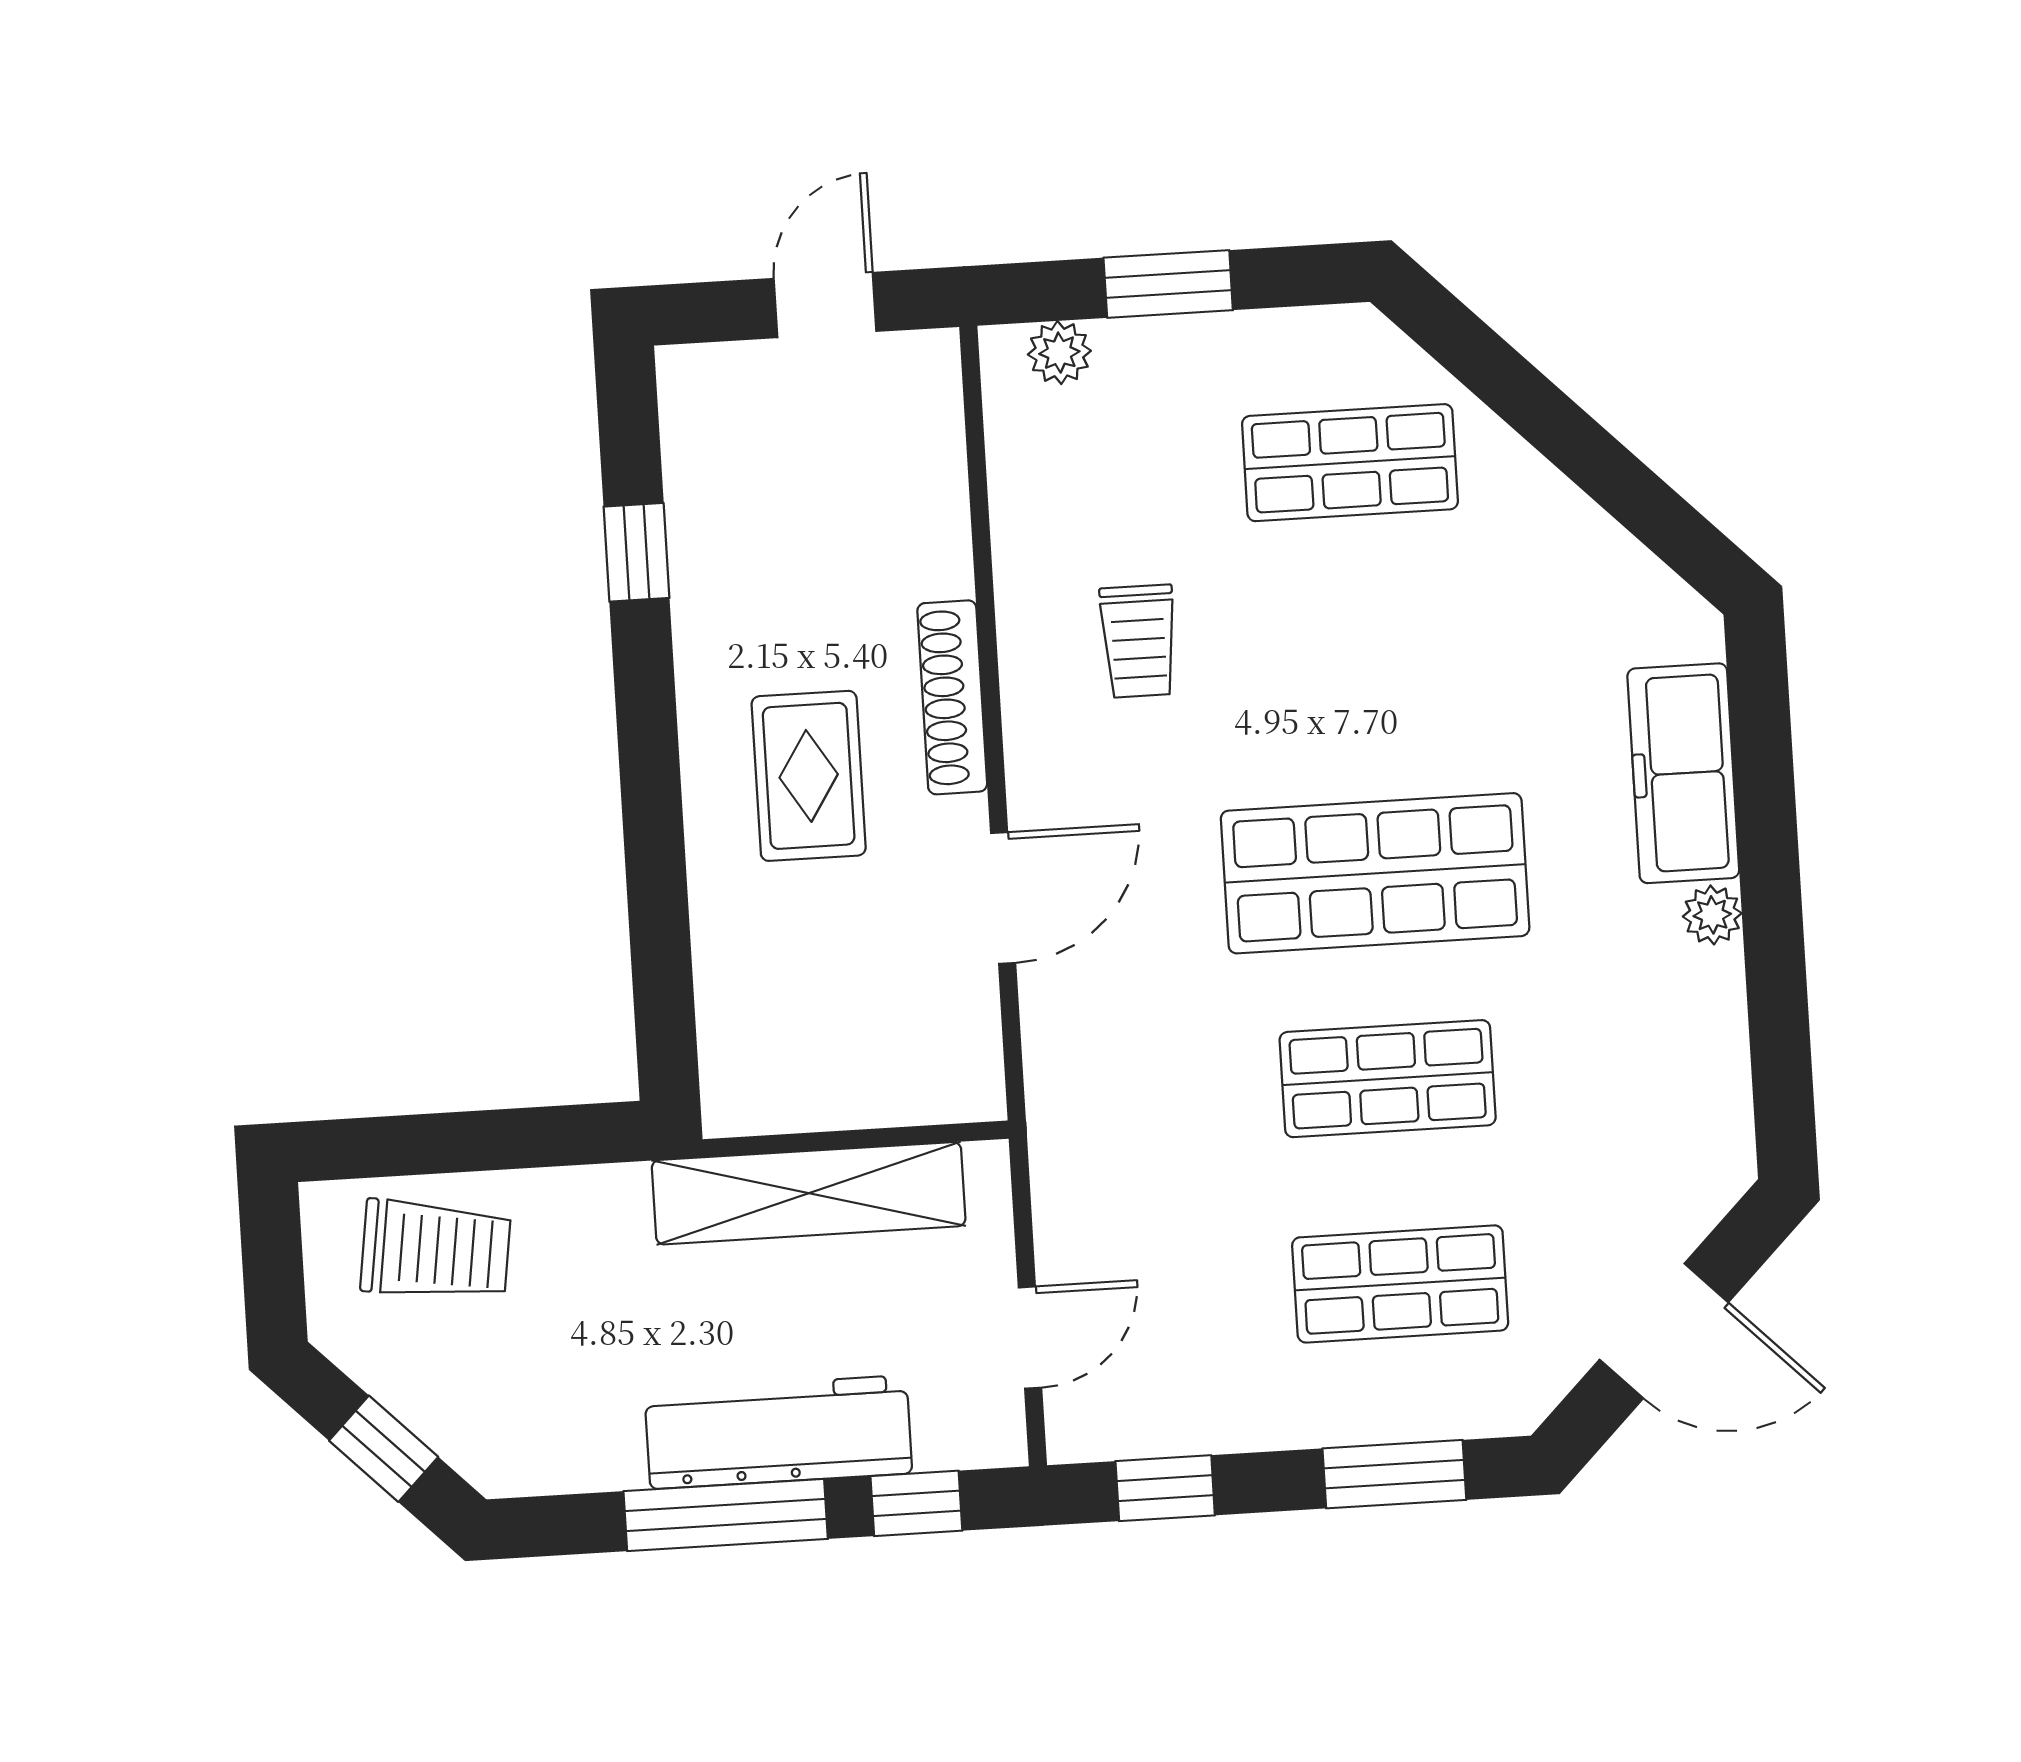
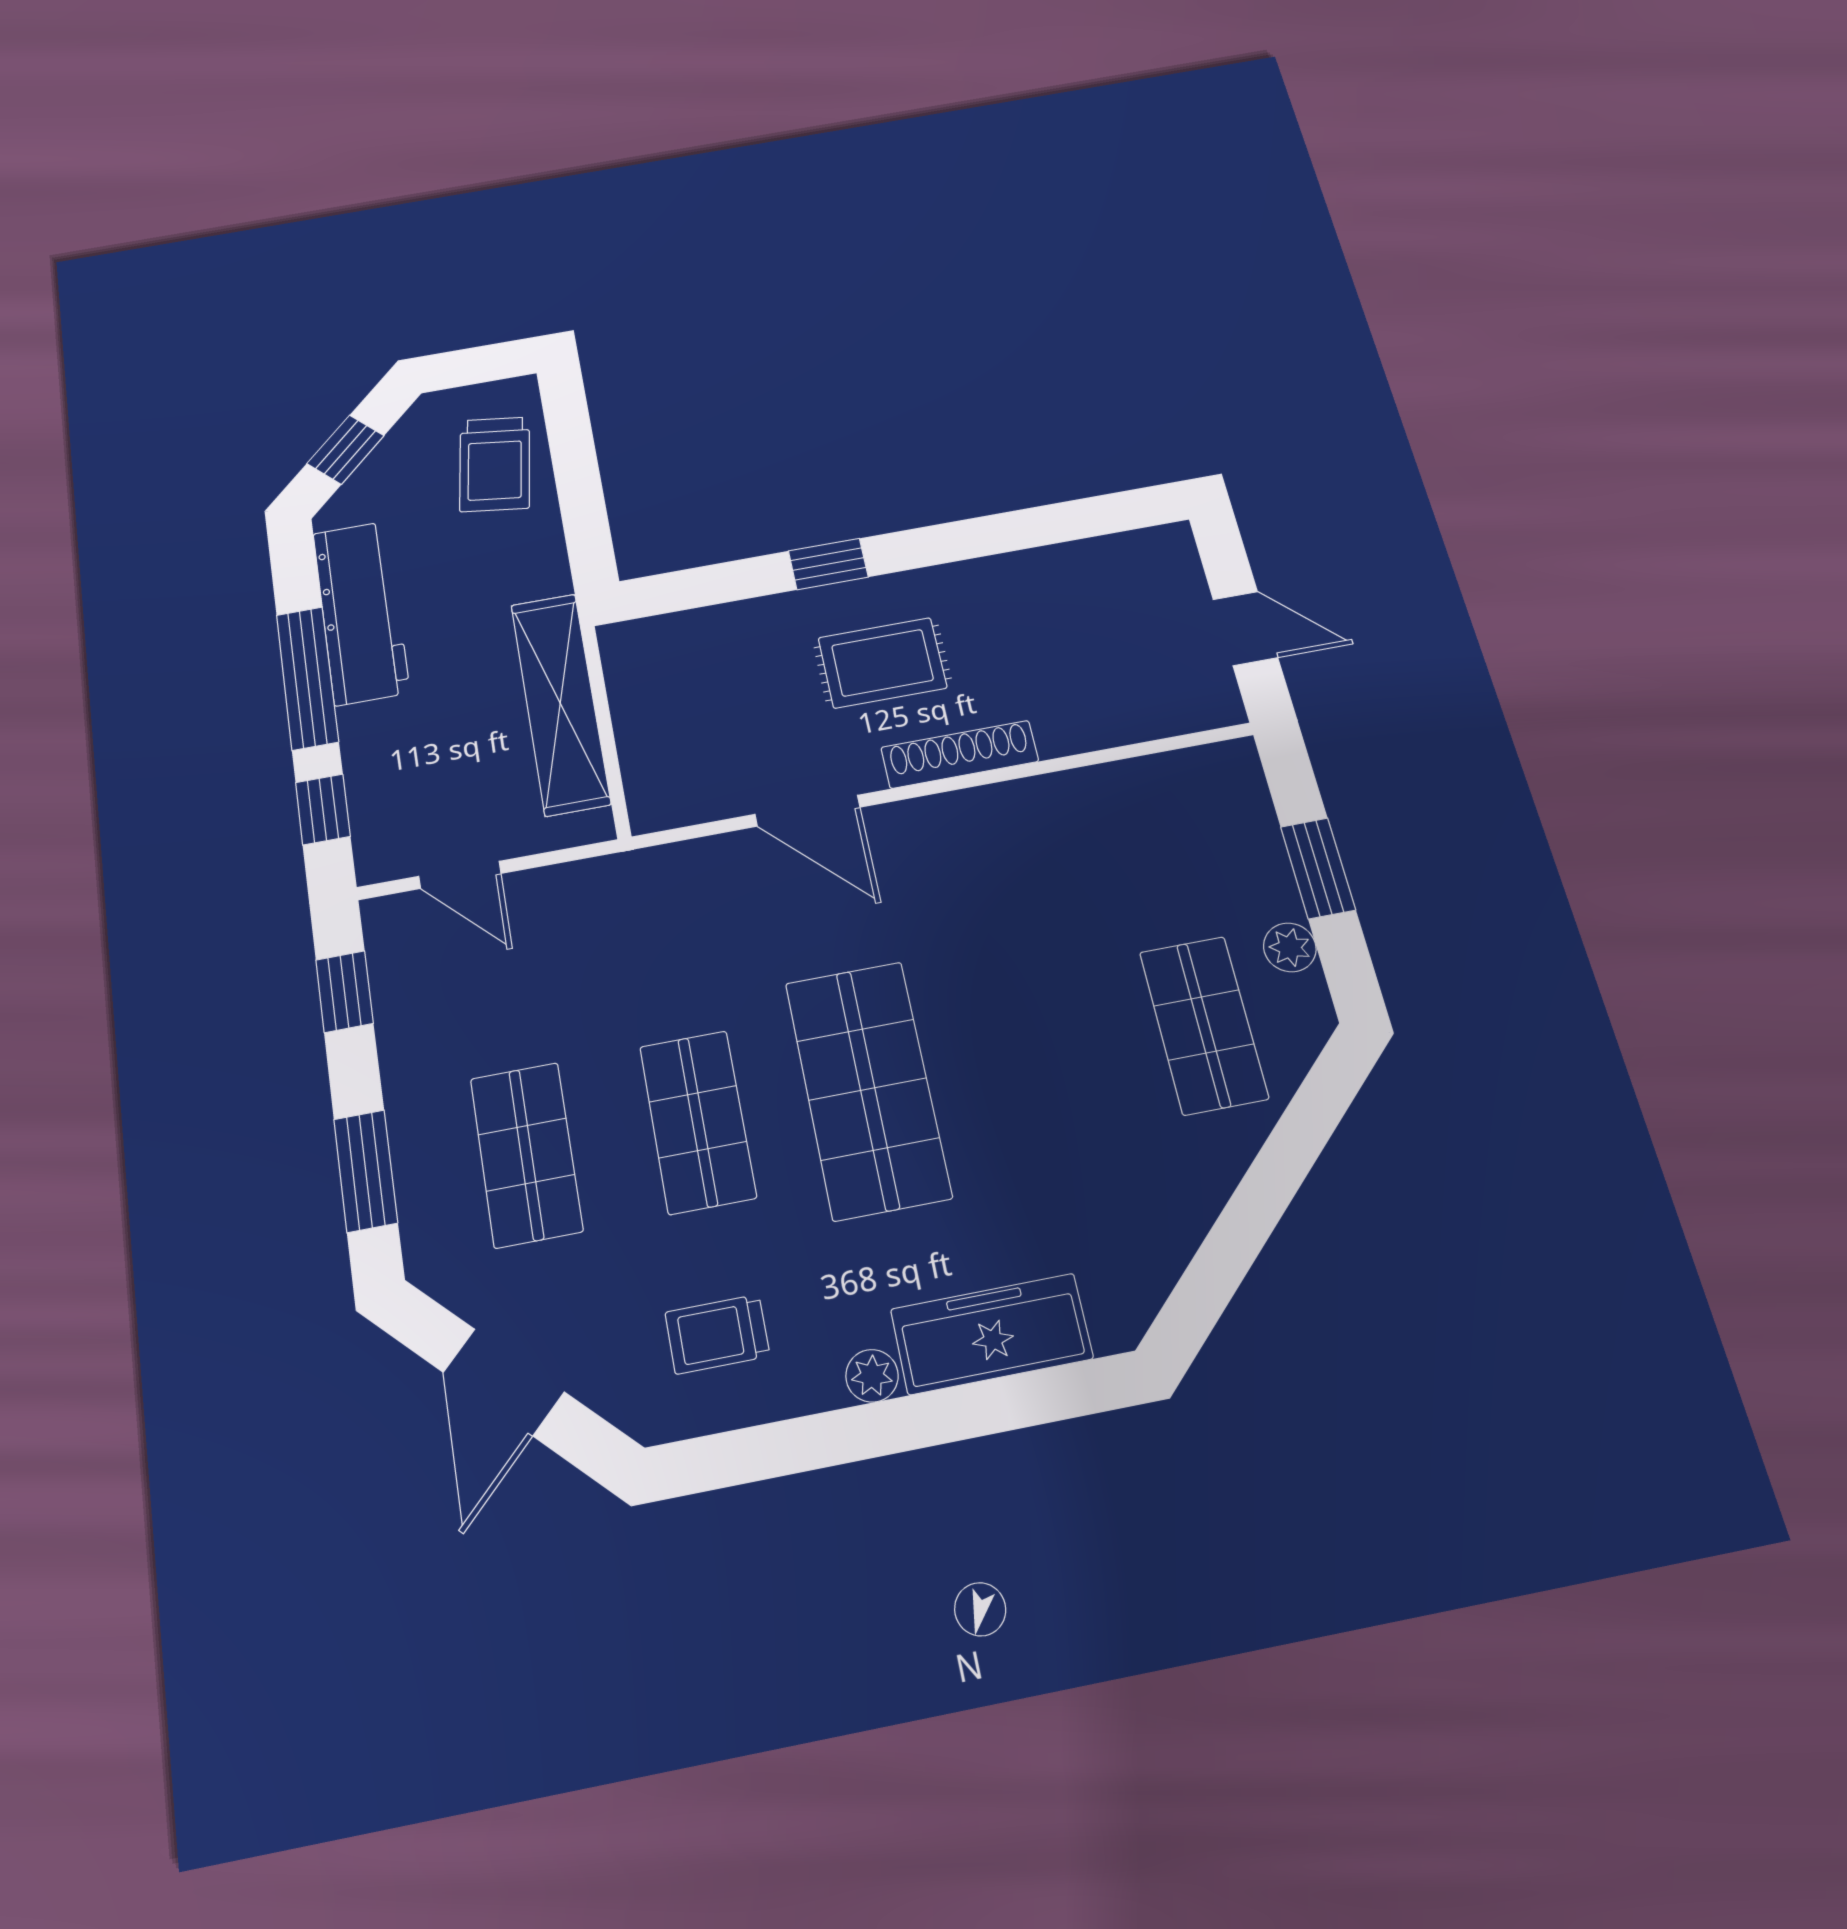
plant: (1059, 353) -> (1290, 947), moved
window: (636, 552) -> (828, 564), moved
trolley: (1139, 641) -> (717, 1334), moved
workbench: (778, 1432) -> (361, 612), moved

